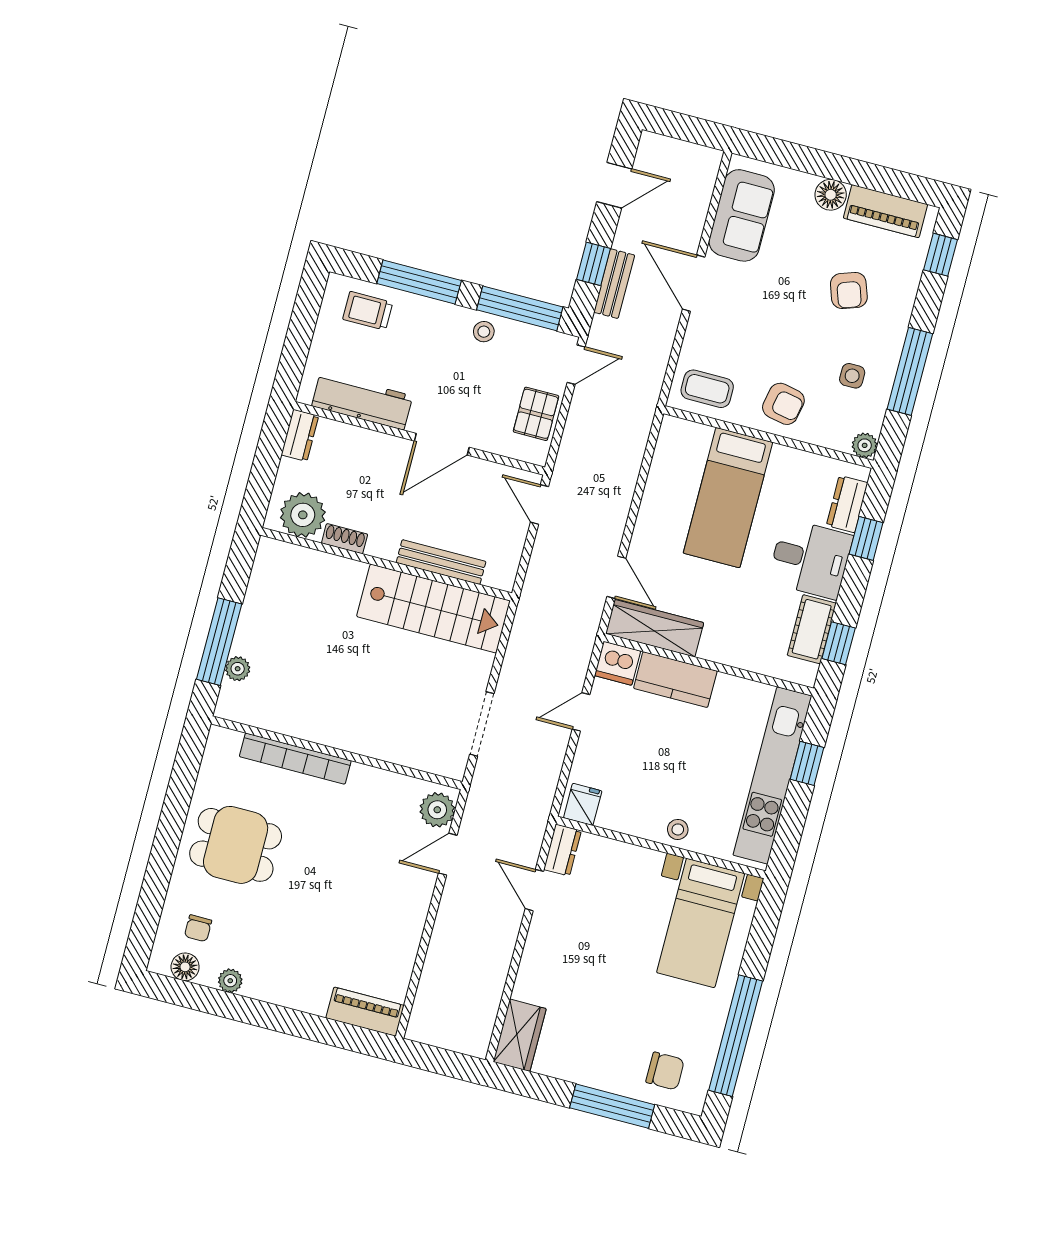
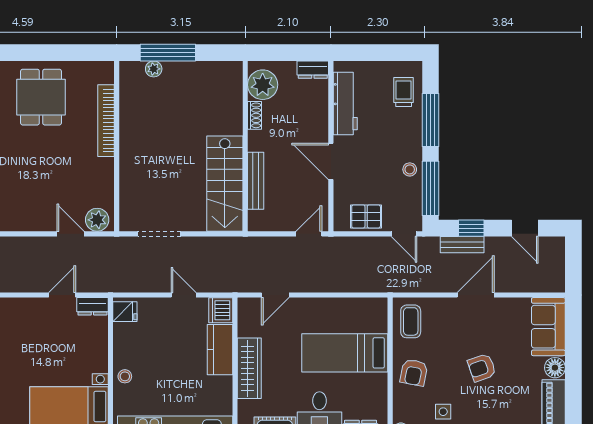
sofa: (742, 215) -> (548, 327), moved, turned 90
armchair: (849, 290) -> (482, 368), moved
wardrobe: (655, 628) -> (249, 368), moved

